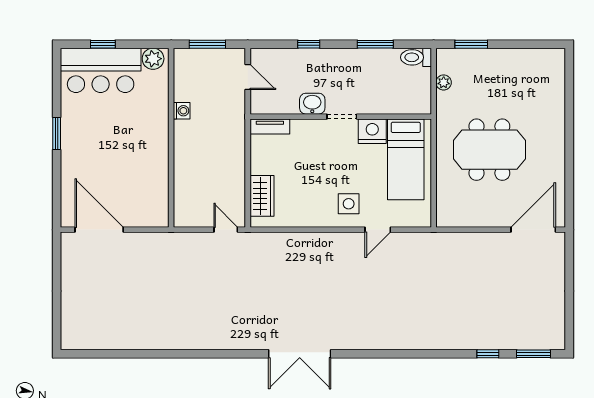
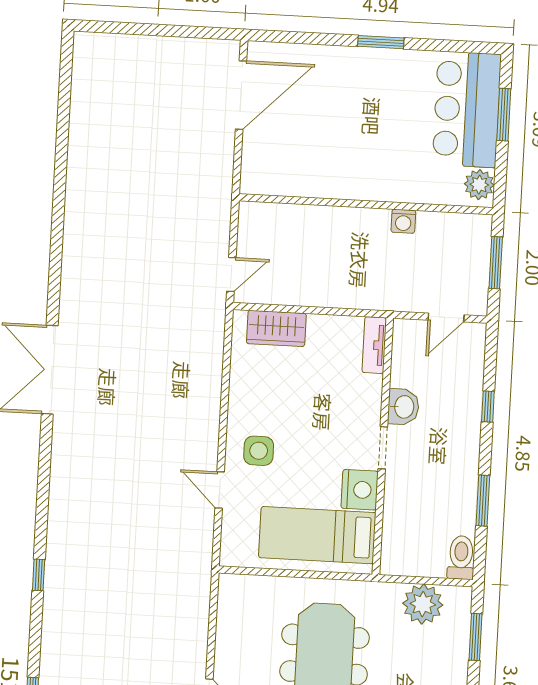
window: (103, 44) -> (504, 115), width x1.50
plant: (444, 82) -> (423, 604), width x1.88, depth x1.88
window: (488, 354) -> (39, 575), moved

